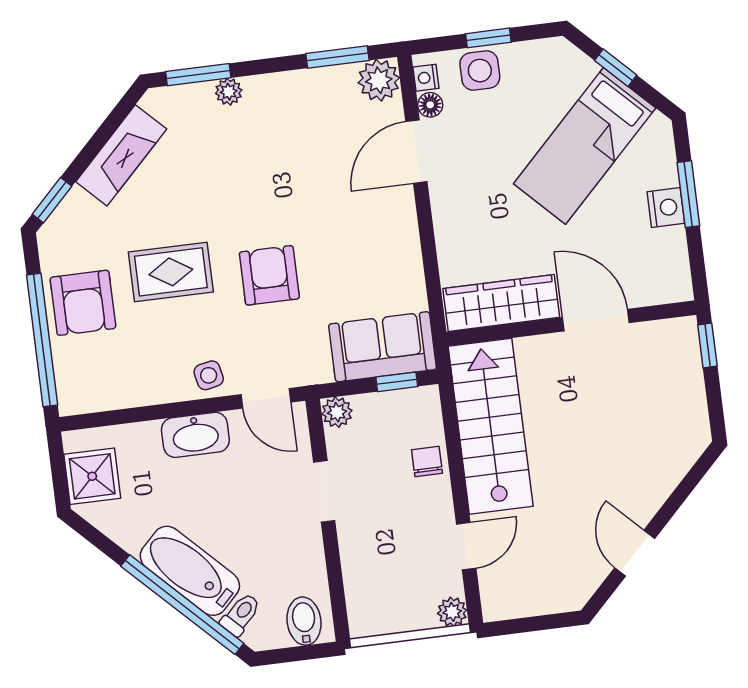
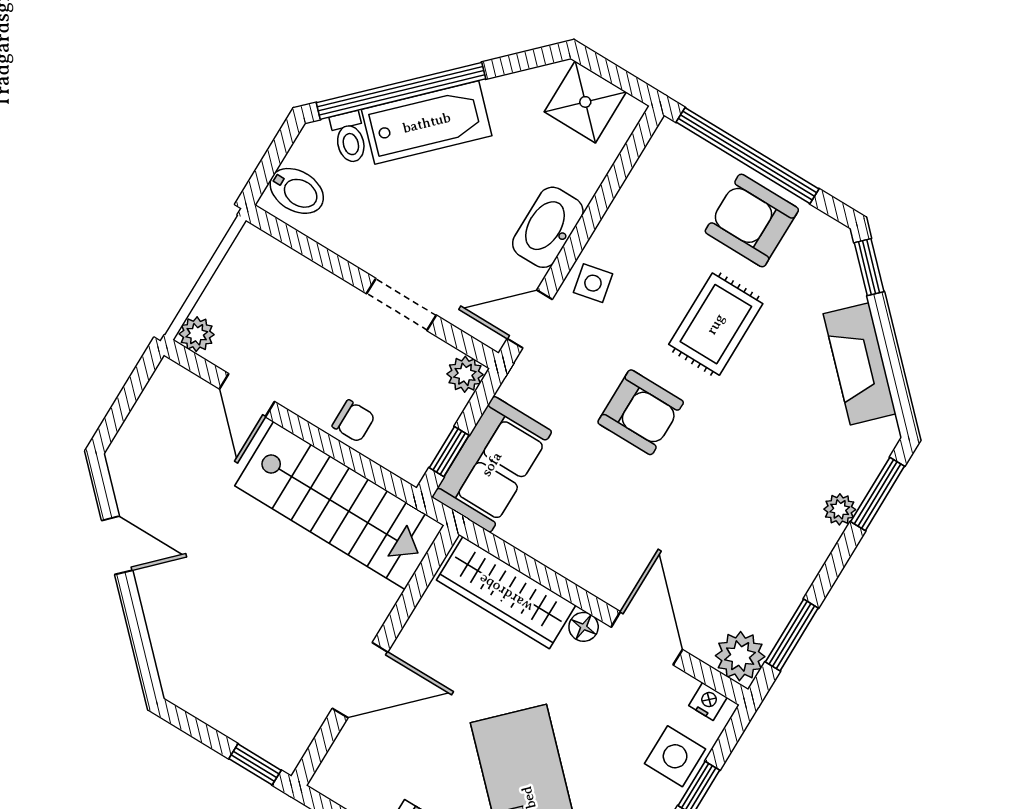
floor lamp: (430, 105) -> (584, 627), moved
wardrobe: (501, 303) -> (506, 593), moved, turned 90

